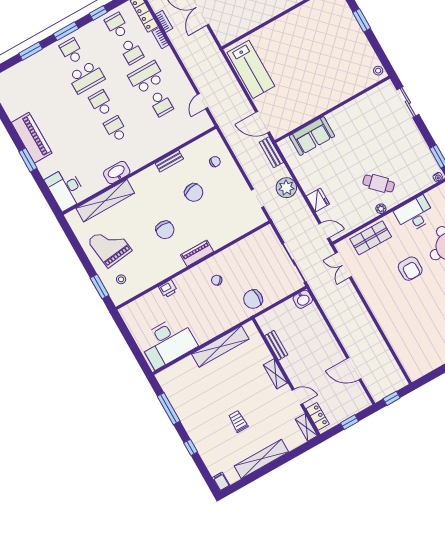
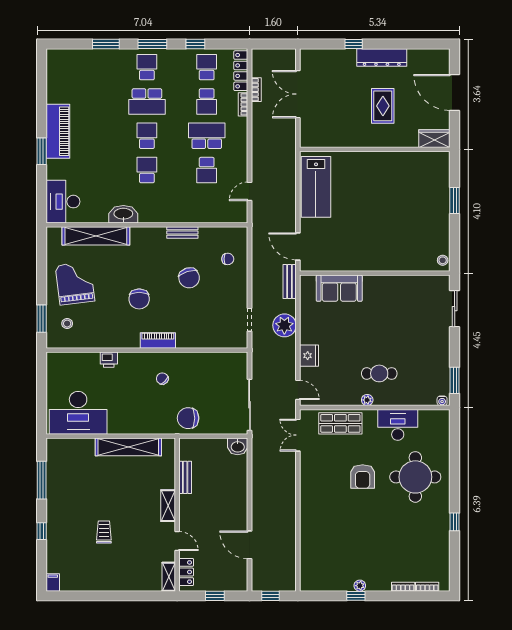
cafe table: (379, 183) -> (379, 373), turned -45
shelving: (261, 459) -> (106, 583), removed

